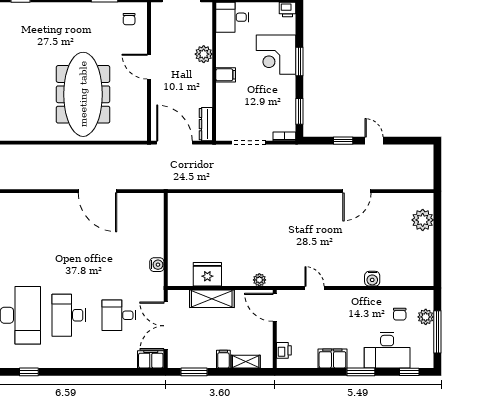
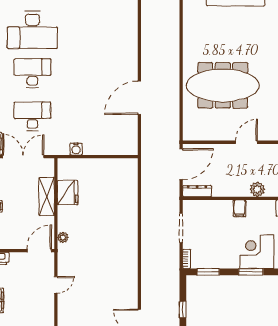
desk: (119, 315) -> (32, 116), width x1.37

